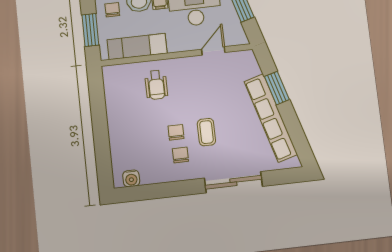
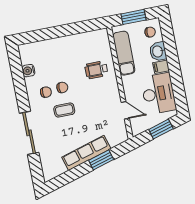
row of seats: (271, 118) -> (86, 153), width x0.73
water cooler: (131, 178) -> (28, 71), moved

